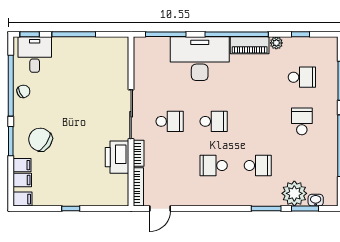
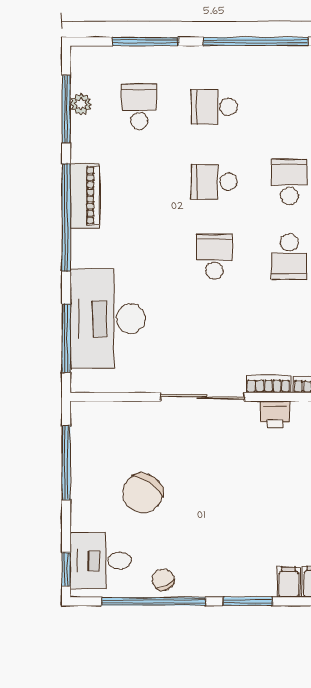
window: (74, 34) -> (66, 463), moved
window: (300, 34) -> (66, 109), width x2.17
plant: (276, 43) -> (81, 104), moved
desk: (200, 59) -> (108, 319), moved
school desk: (170, 121) -> (214, 182), moved, turned -90
chair: (40, 140) -> (143, 493), moved
printer: (117, 157) -> (275, 414), width x0.53, depth x0.68

